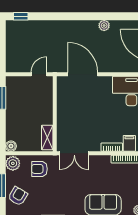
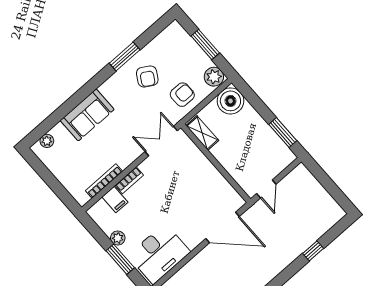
window: (21, 16) -> (313, 251), moved
boiler: (11, 146) -> (230, 101), width x1.86, depth x1.86
armchair: (18, 196) -> (147, 76), moved

